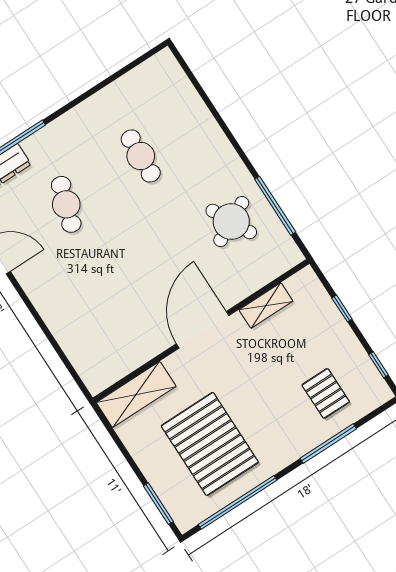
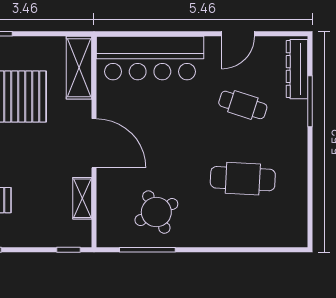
cafe table: (141, 156) -> (243, 179), width x1.37, depth x1.35
window: (342, 308) -> (68, 250), moved
bar counter: (80, 329) -> (150, 58), added

